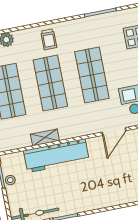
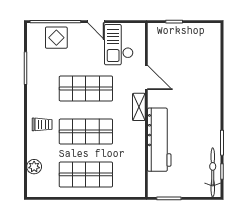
shelving: (45, 137) -> (139, 107), moved
stool: (10, 180) -> (174, 190), removed

